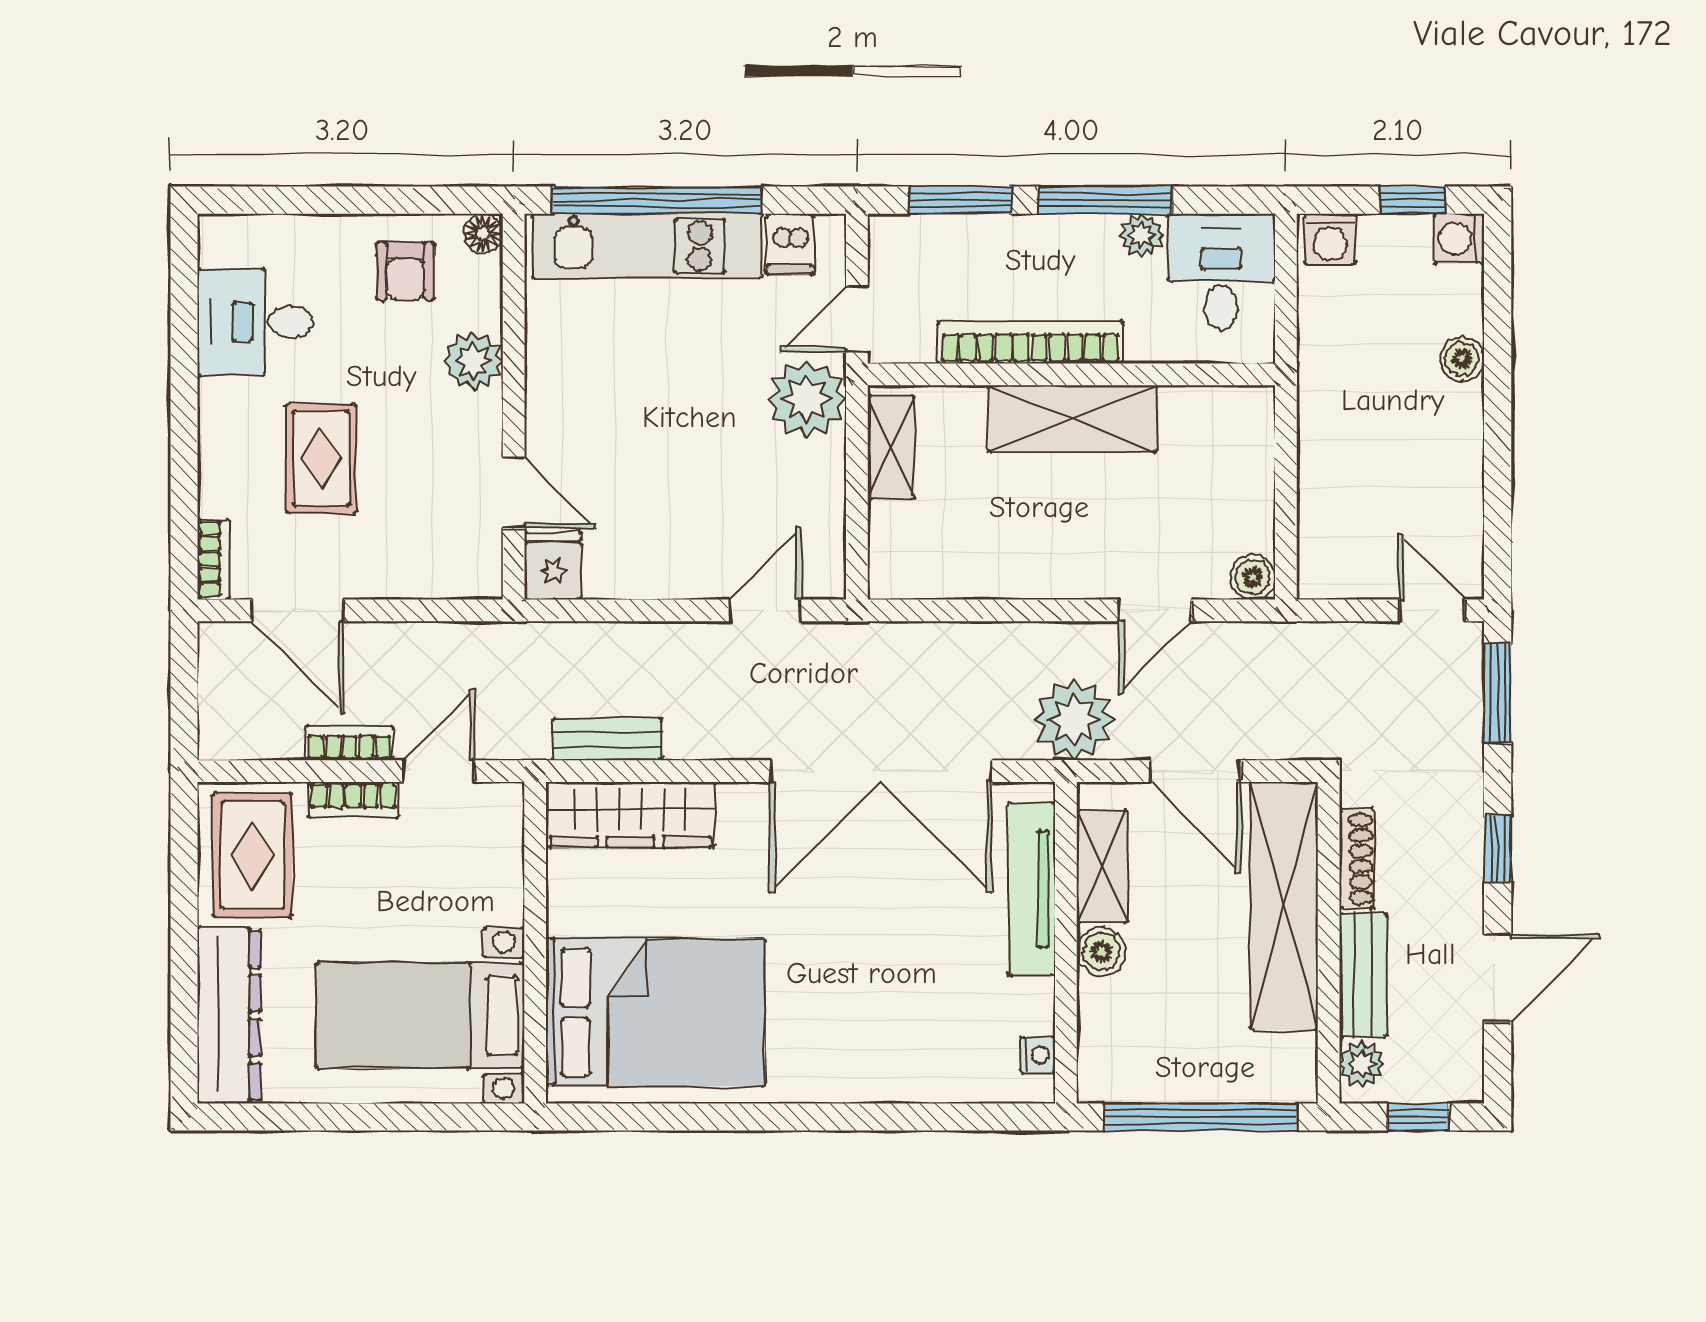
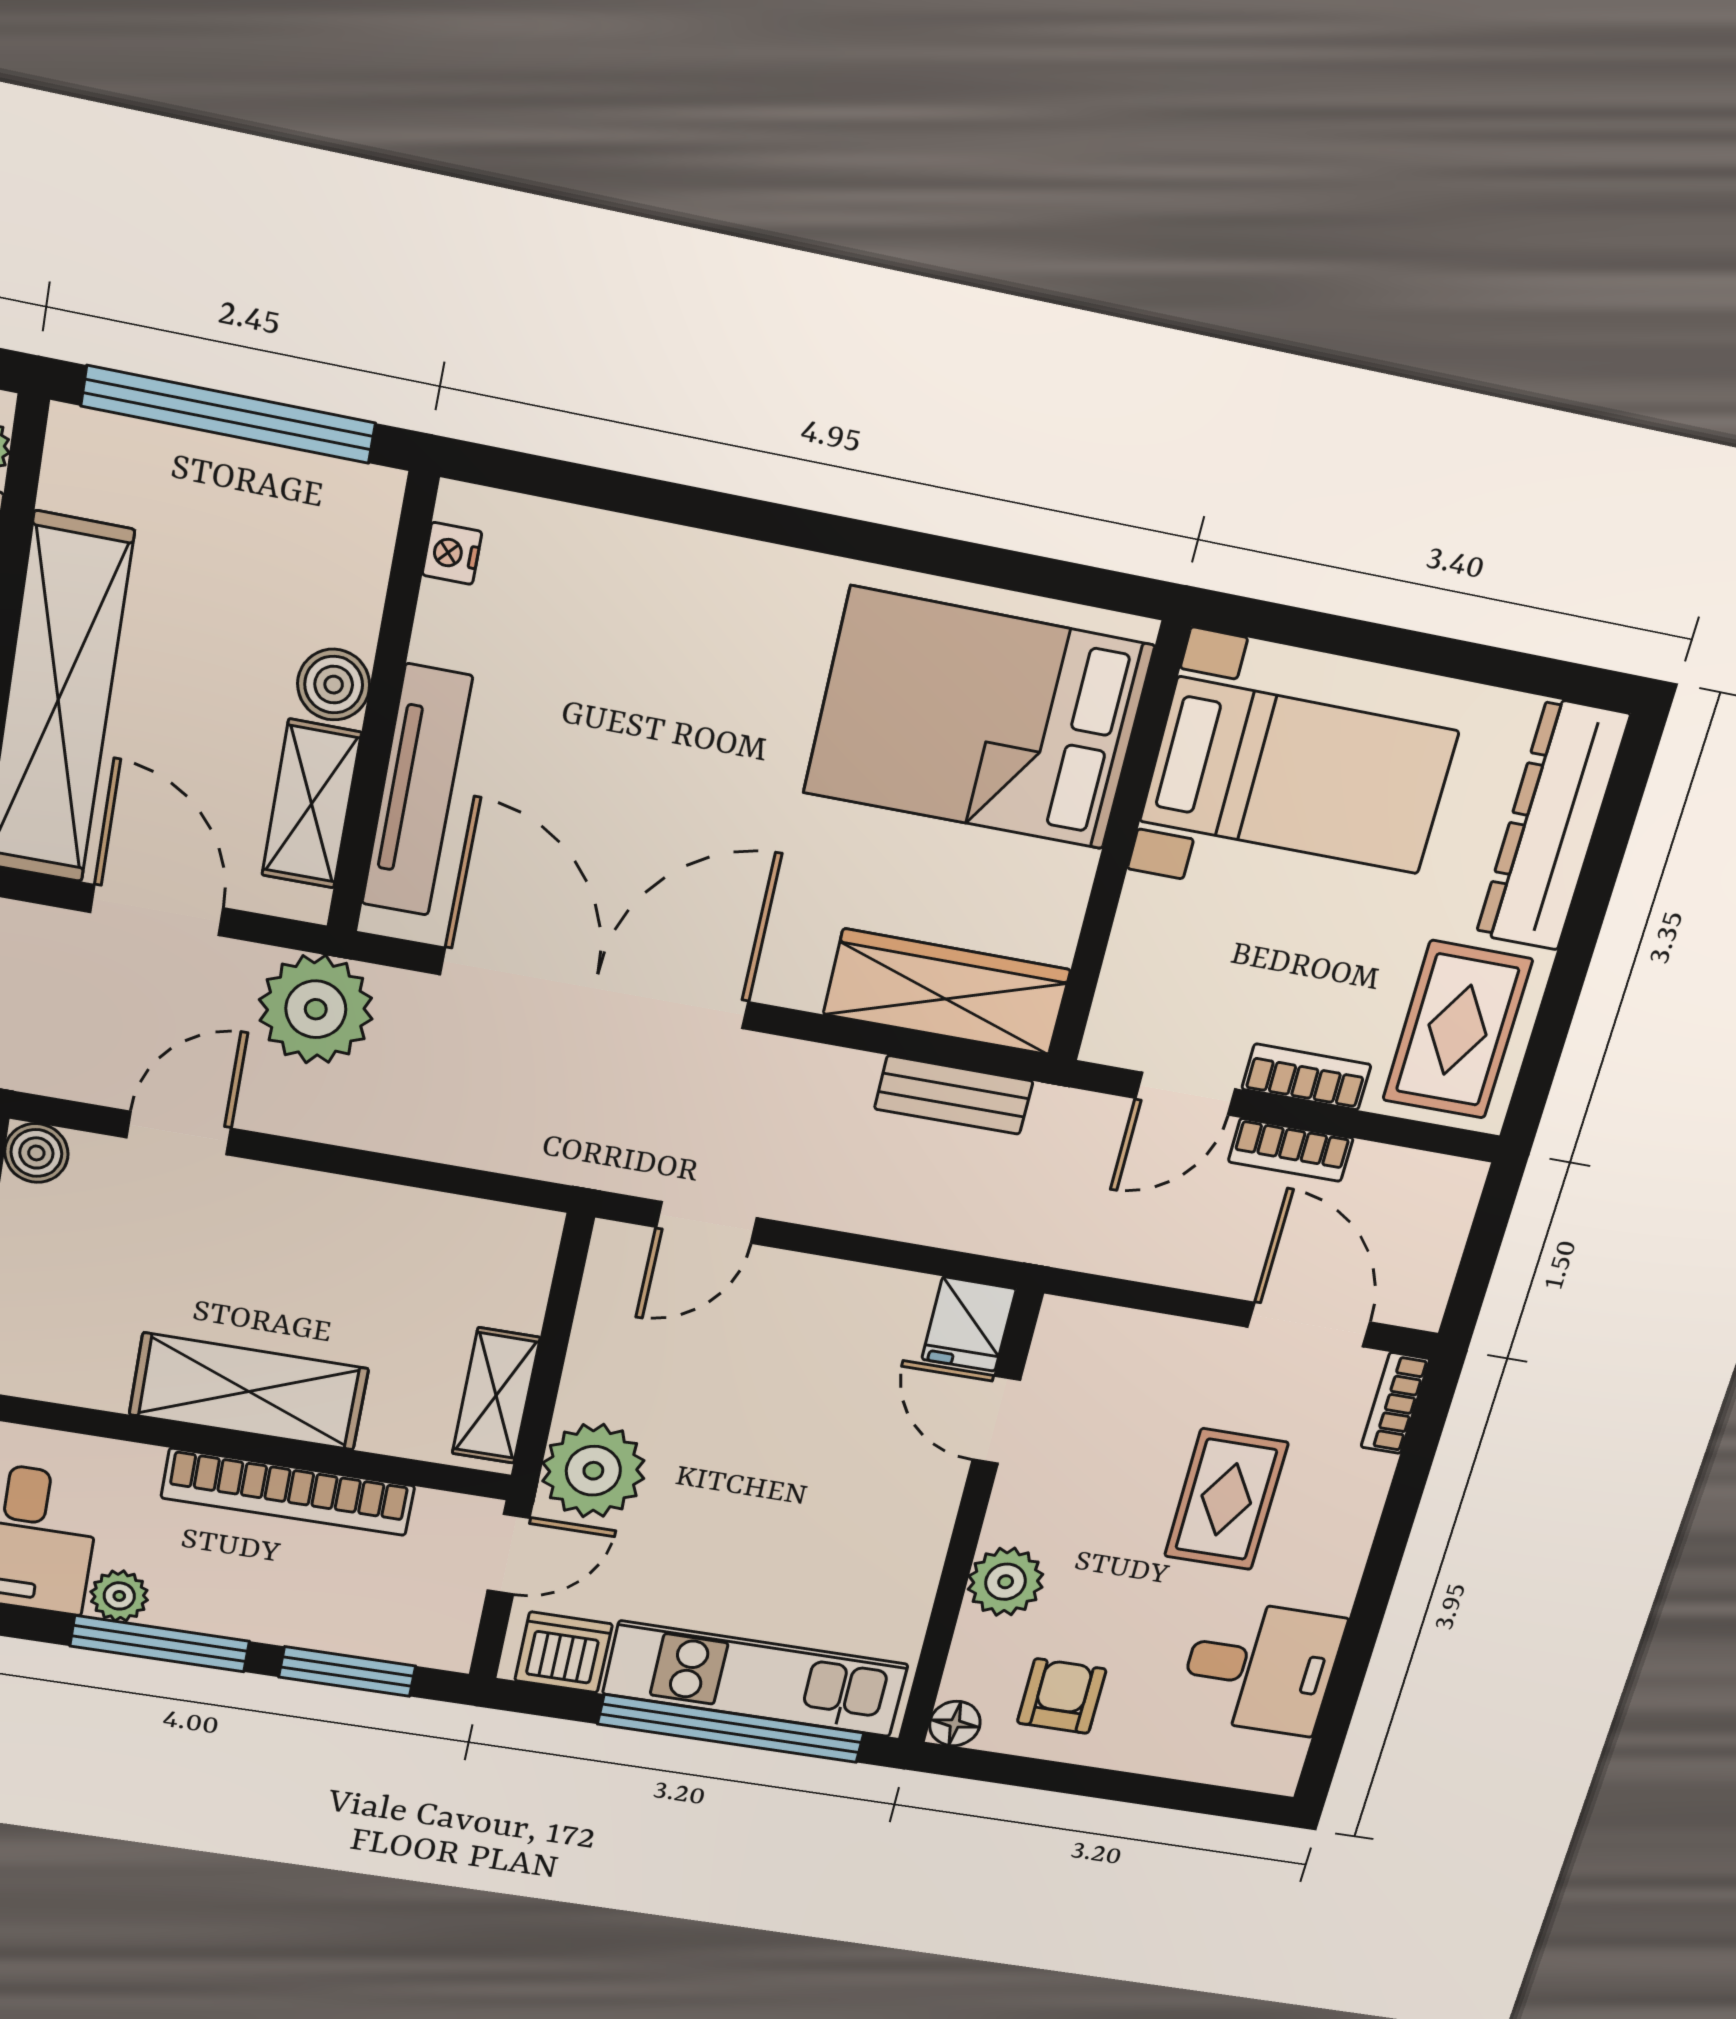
dishwasher: (790, 244) -> (564, 1652), width x1.38

